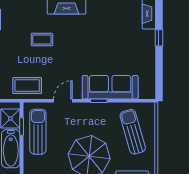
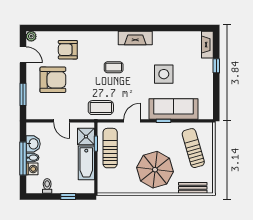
side table: (99, 47) -> (164, 74), added

